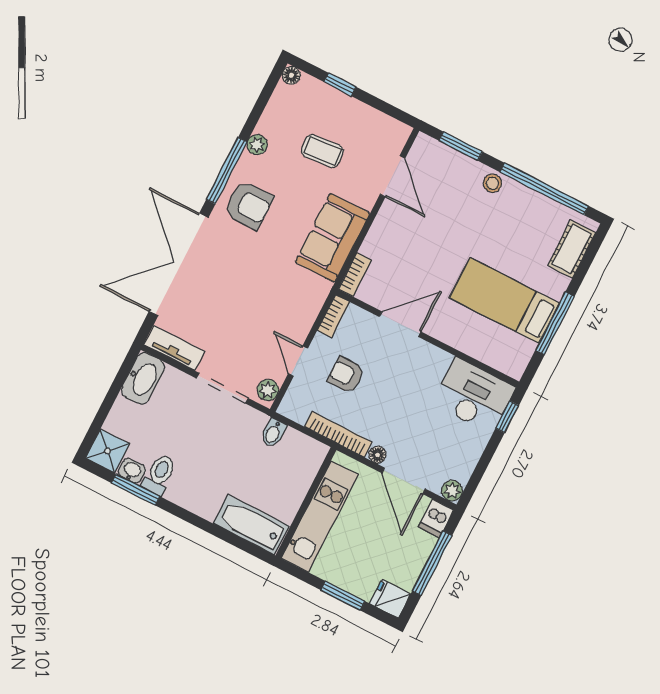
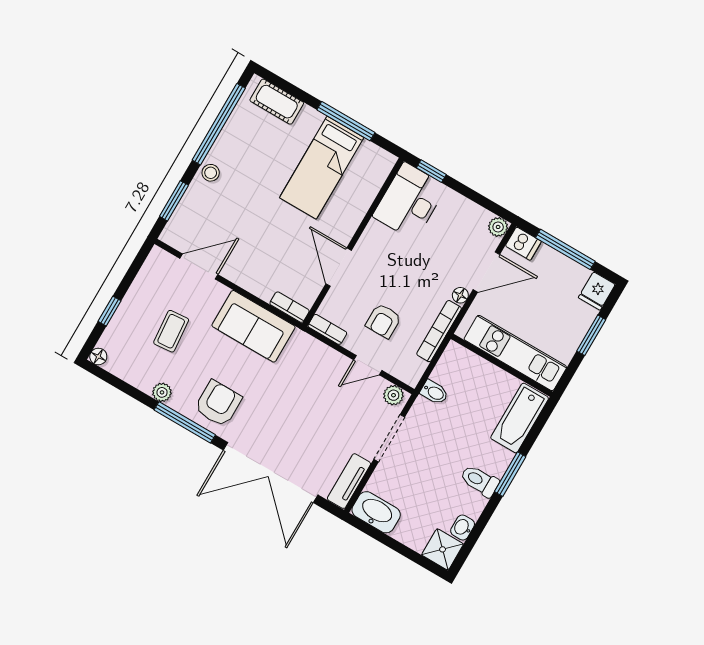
toilet: (159, 474) -> (480, 481), moved
window: (136, 490) -> (510, 474), moved

